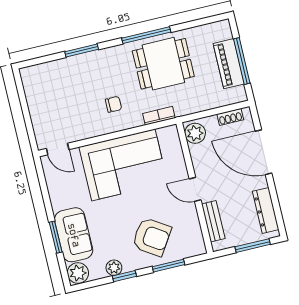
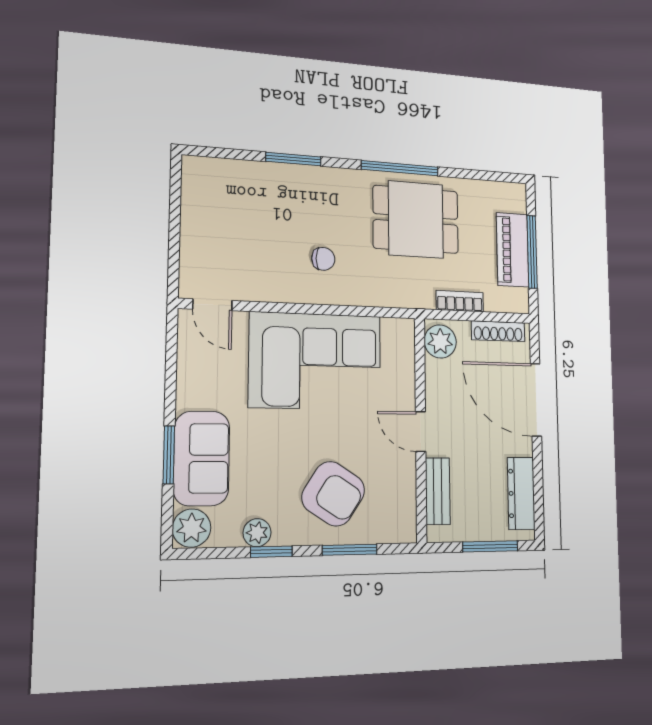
bookcase: (159, 116) -> (460, 301), moved
shoe rack: (230, 117) -> (498, 331), width x1.43

